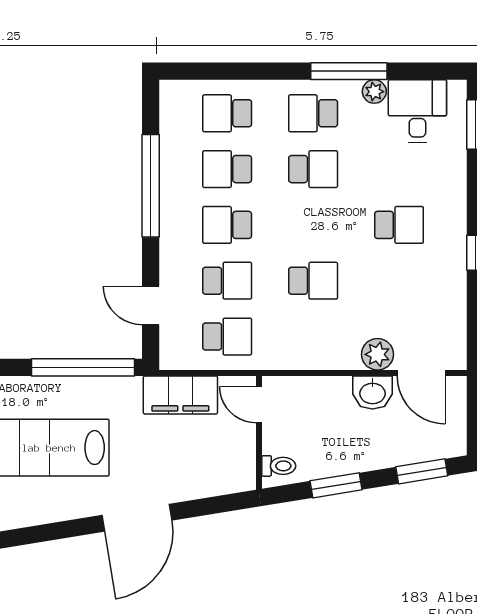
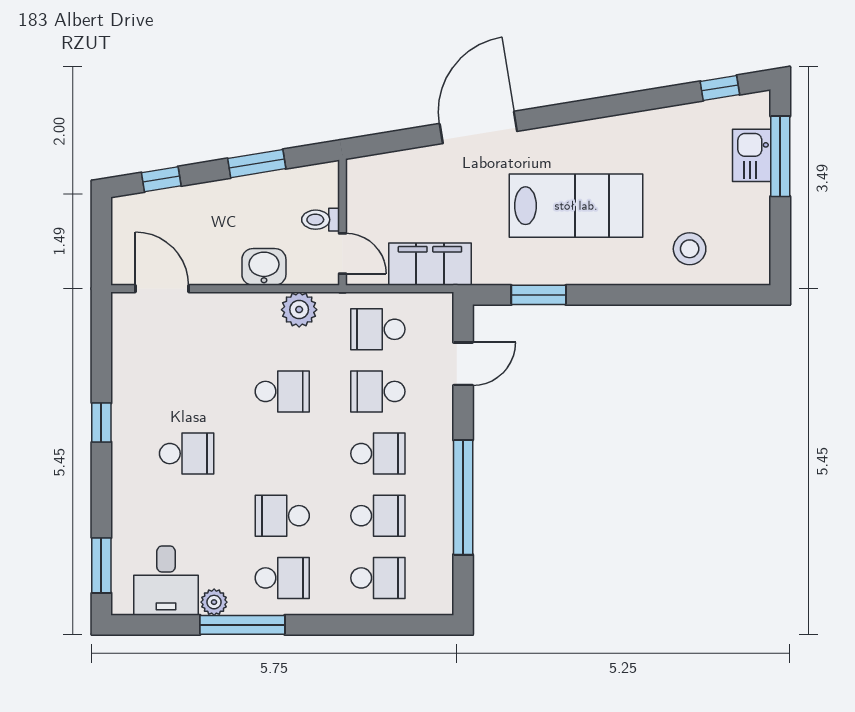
school desk: (399, 225) -> (187, 454), turned 180
school desk: (313, 281) -> (282, 391), turned 180
door: (151, 305) -> (463, 364), hinge flipped
plant: (377, 354) -> (299, 310), moved
window: (83, 367) -> (539, 295), width x0.47
washbasin: (372, 393) -> (264, 267), moved
toilet: (279, 466) -> (321, 220), moved
window: (422, 471) -> (161, 179), width x0.67

